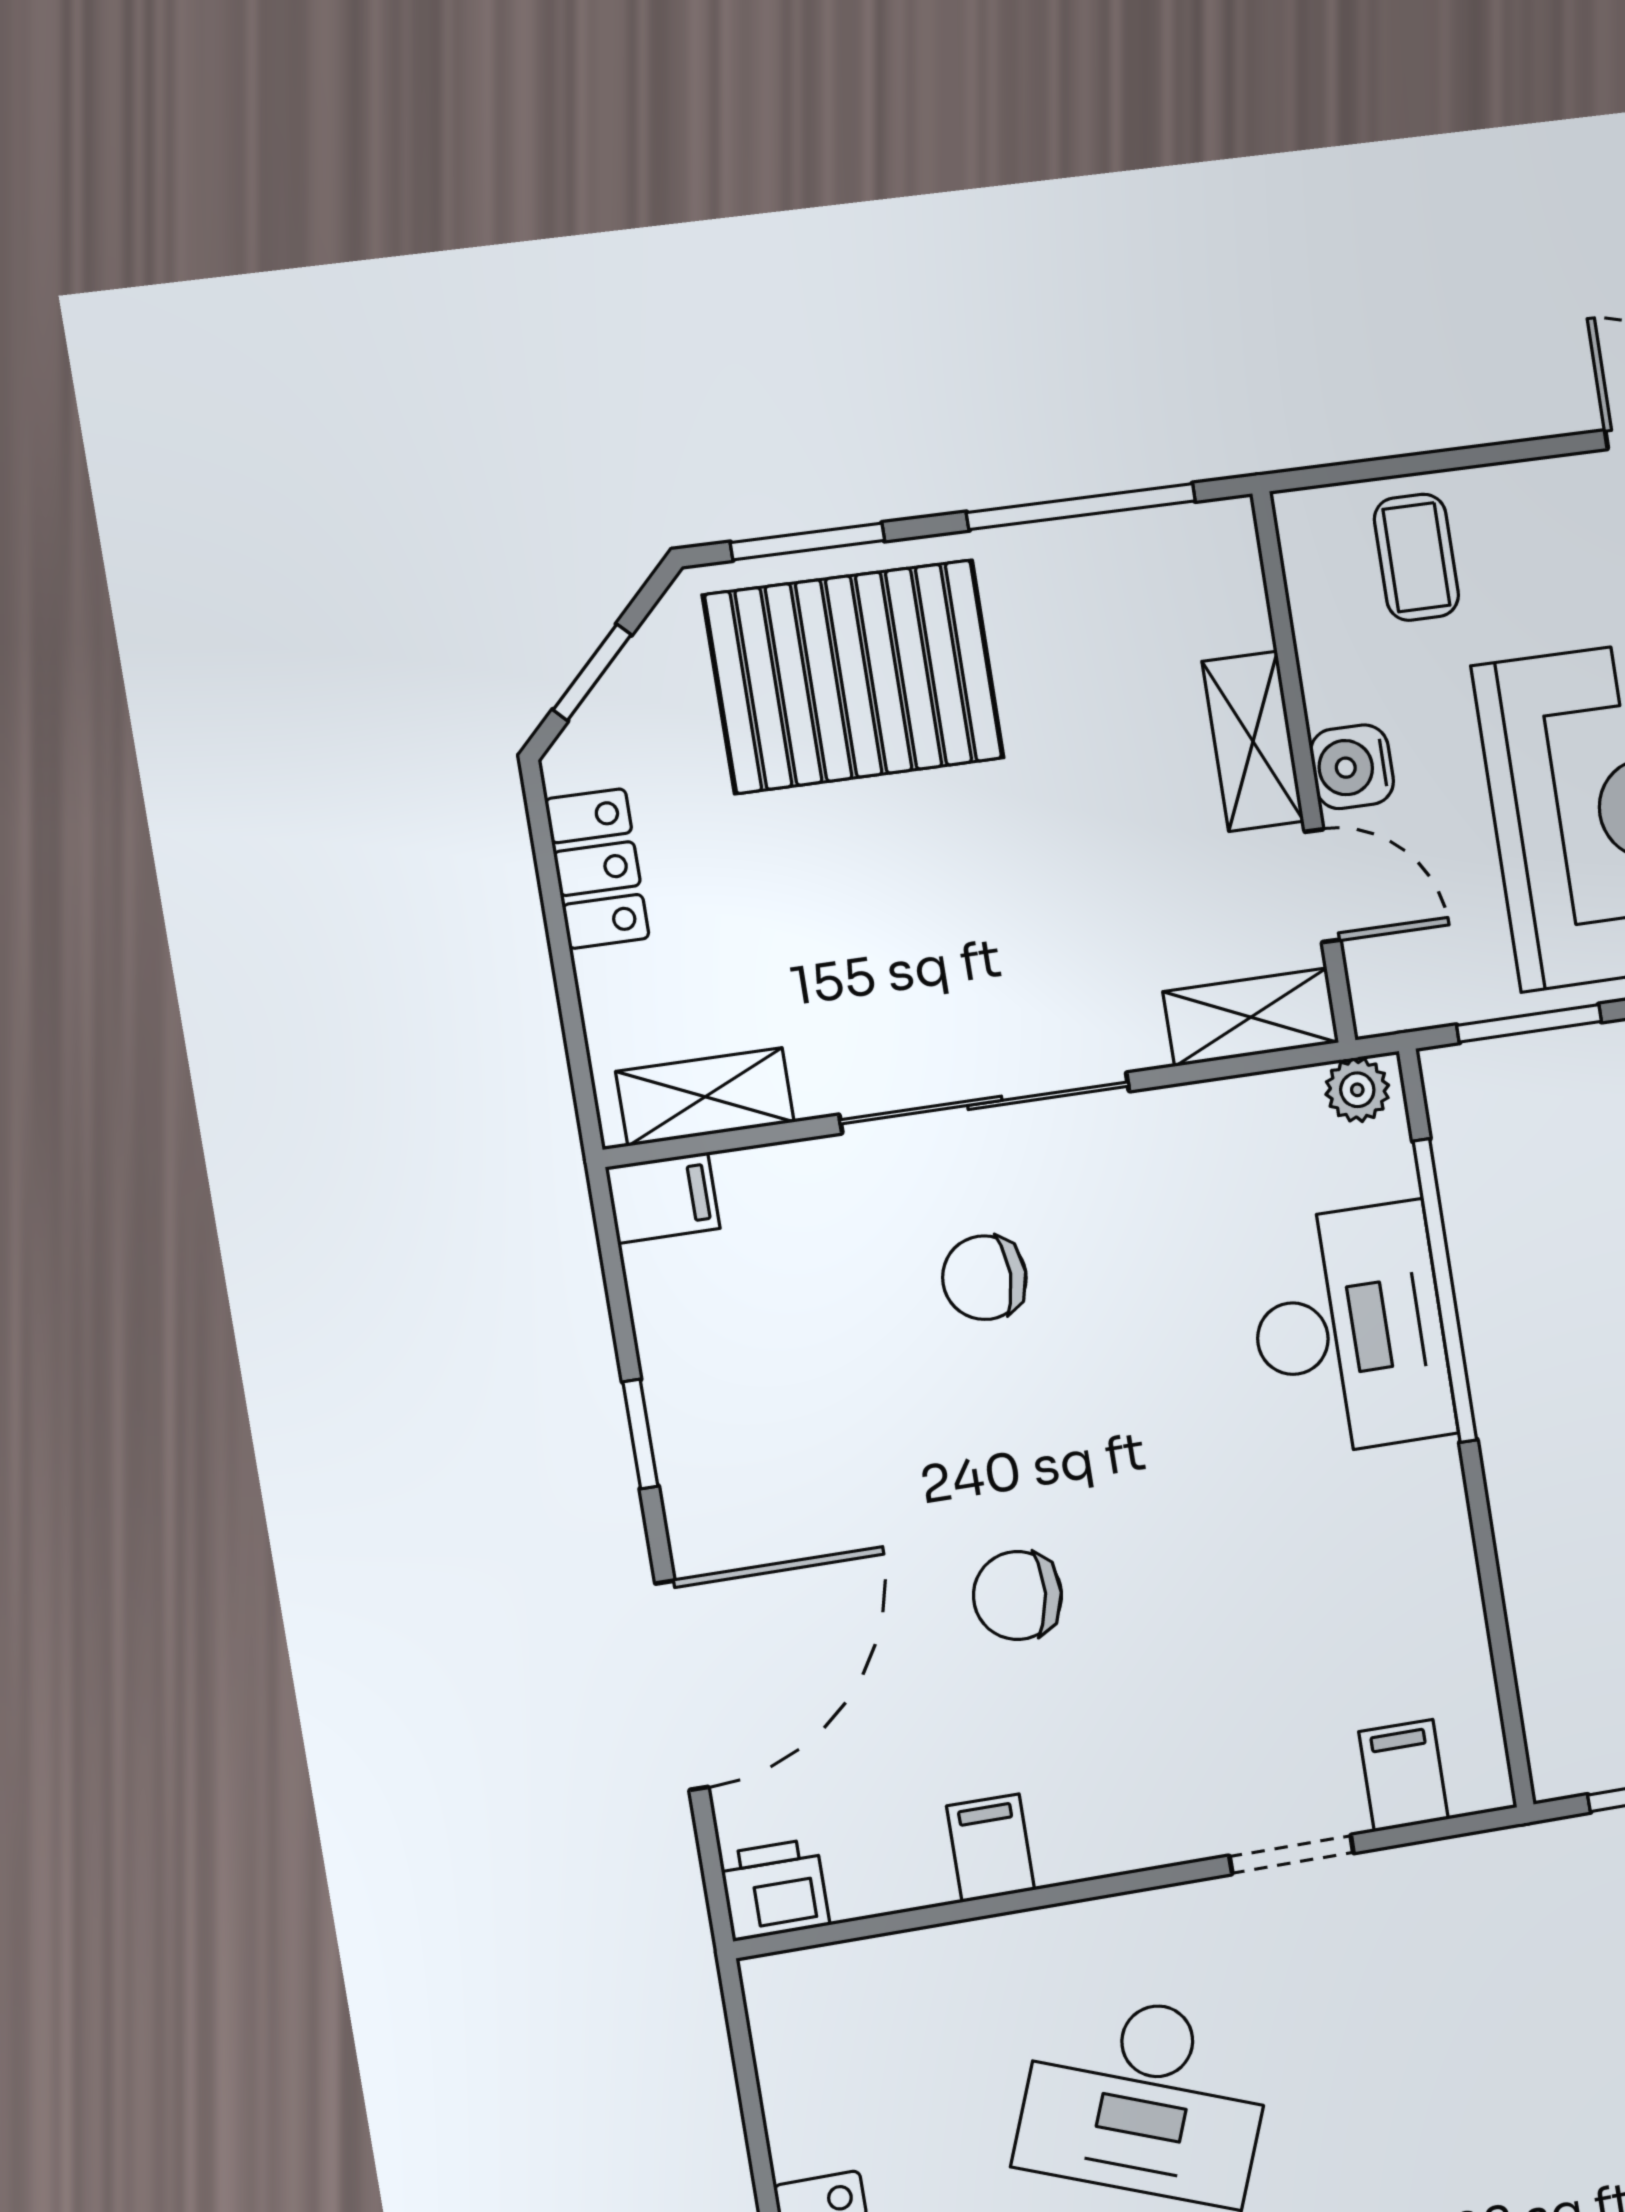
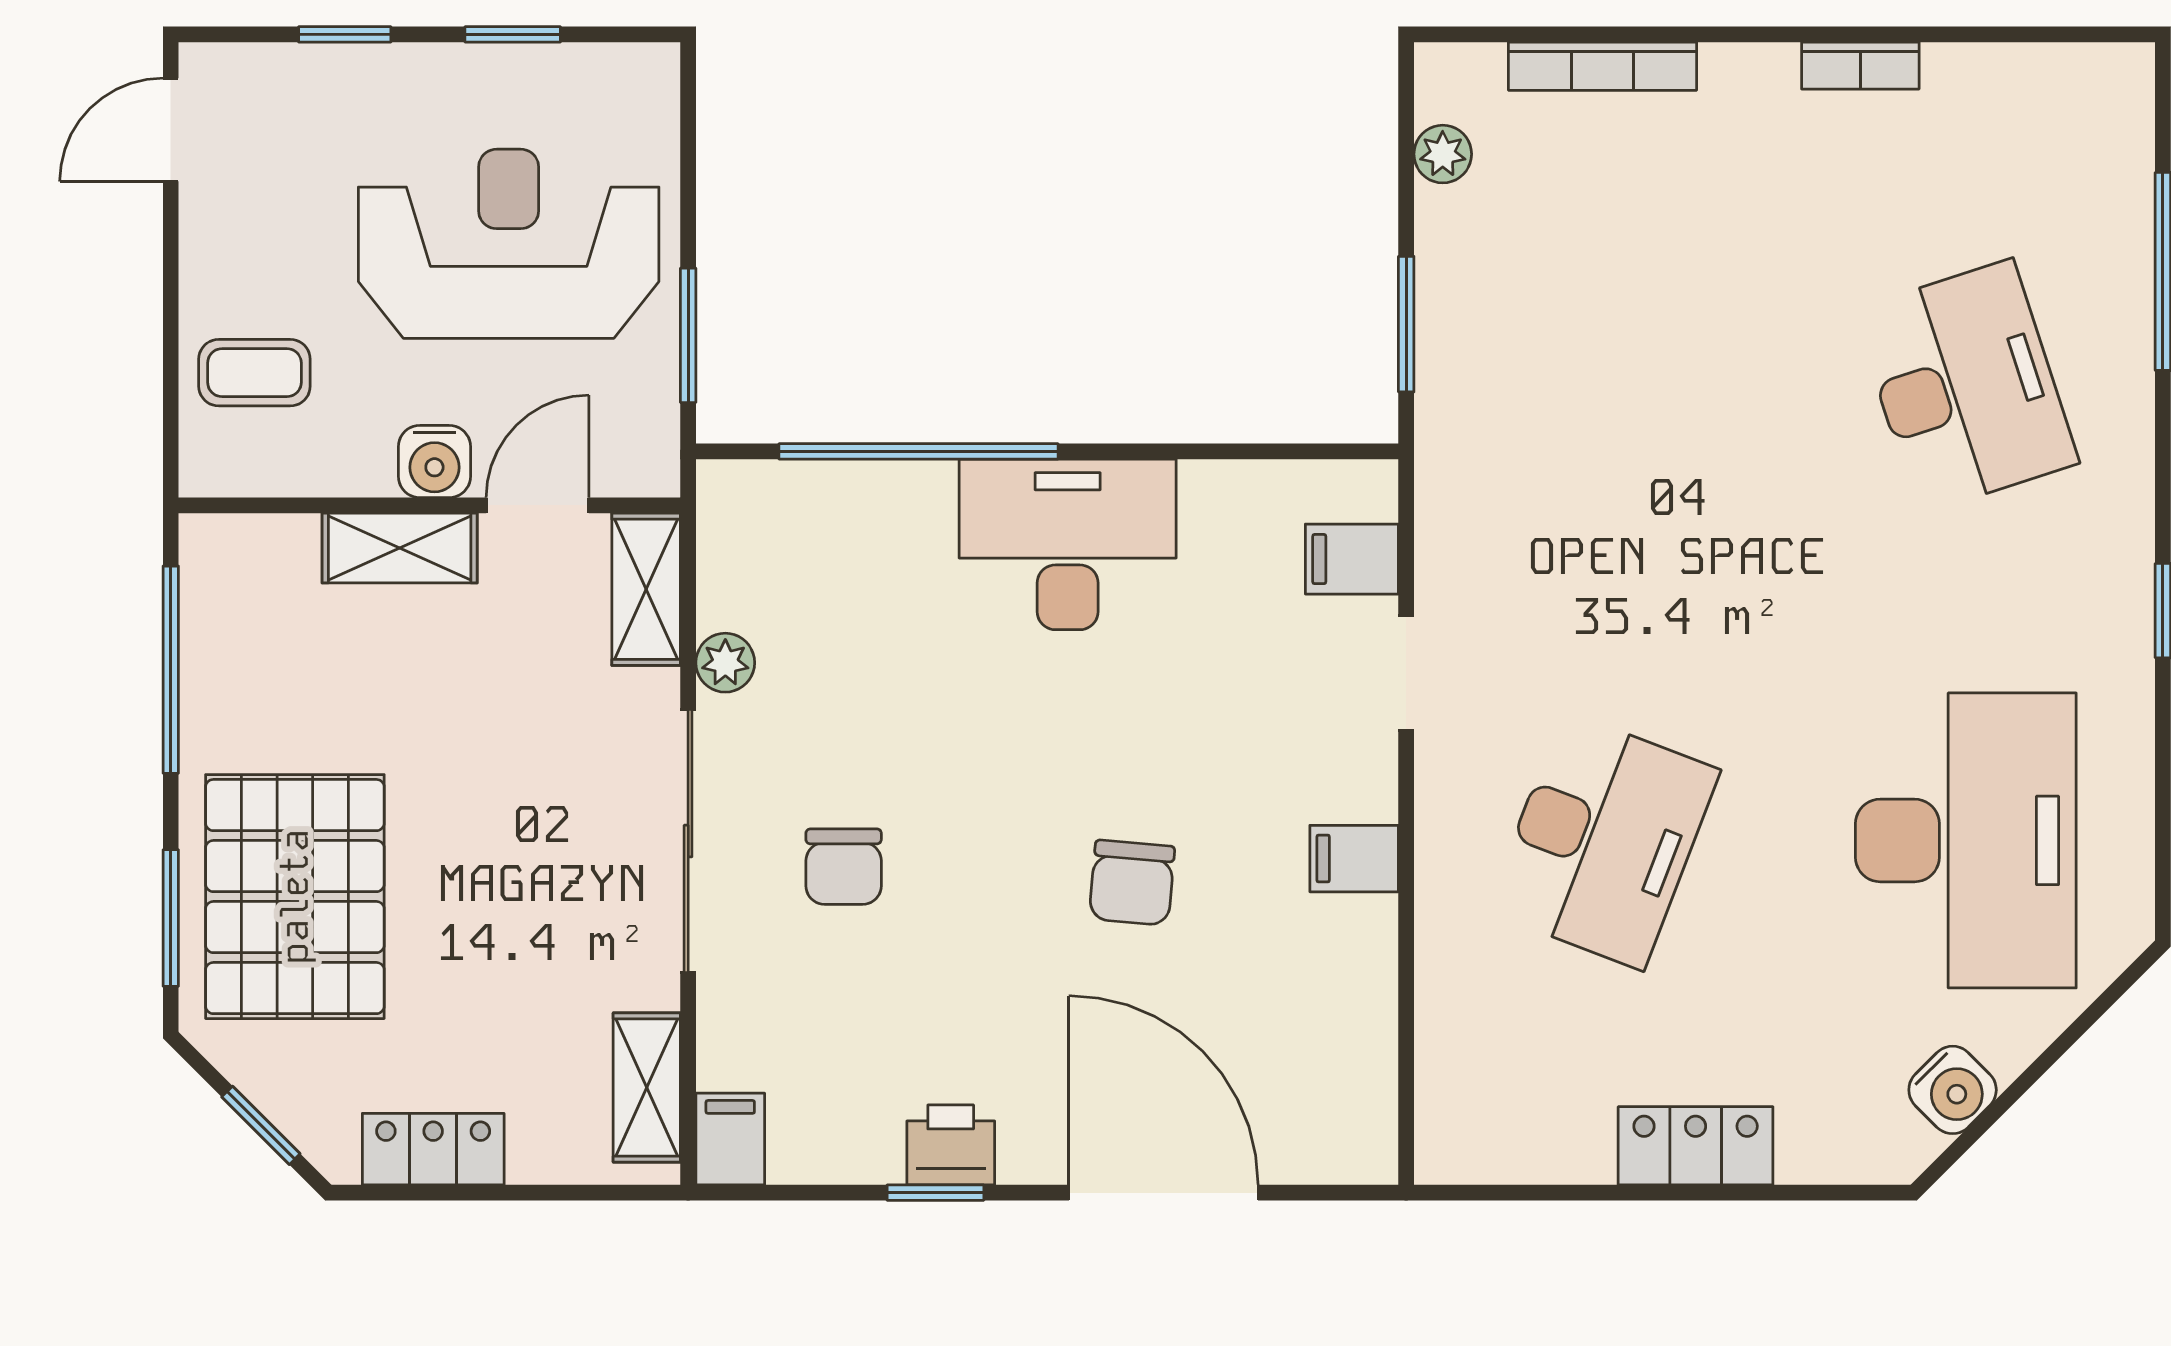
plant: (1357, 1090) -> (725, 663), moved
desk: (1349, 1330) -> (1068, 544), moved
filing cabinet: (991, 1848) -> (1354, 859), moved
printer: (774, 1890) -> (951, 1145), moved, turned 90

